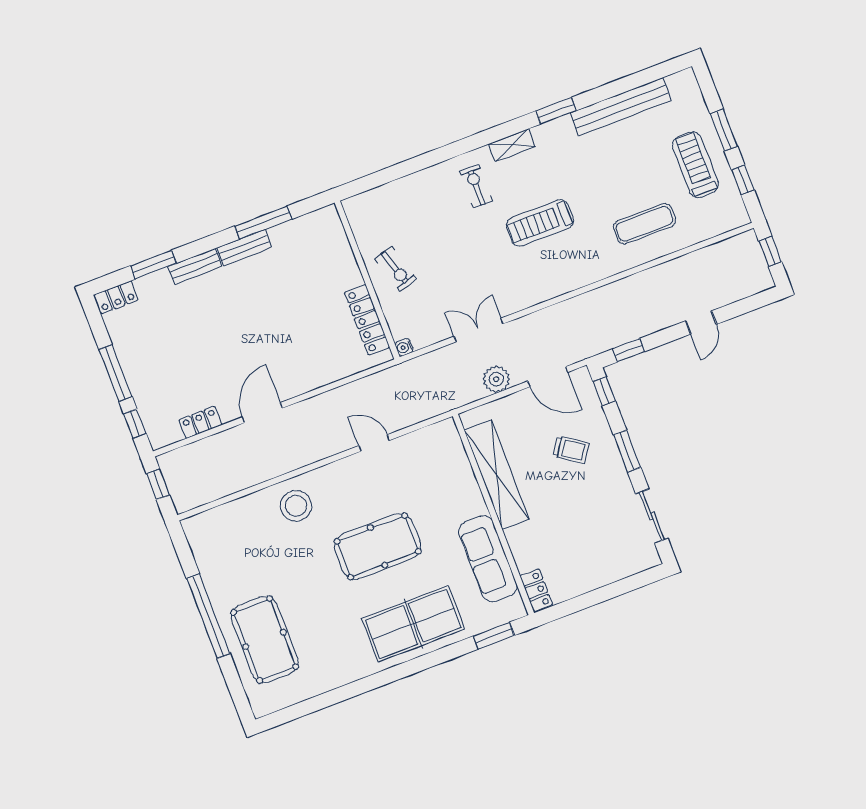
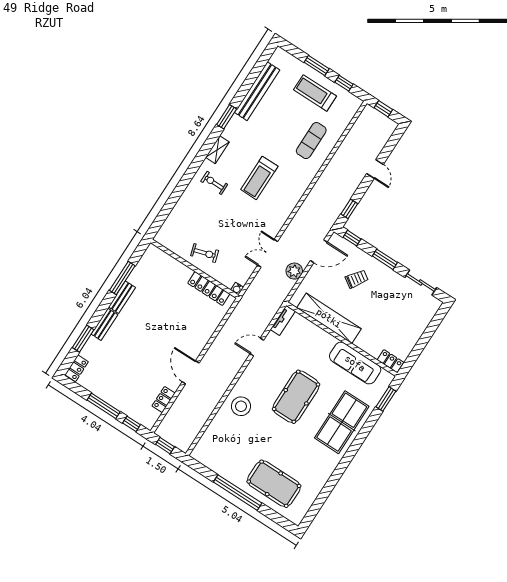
tv unit: (434, 433) -> (283, 320), added

